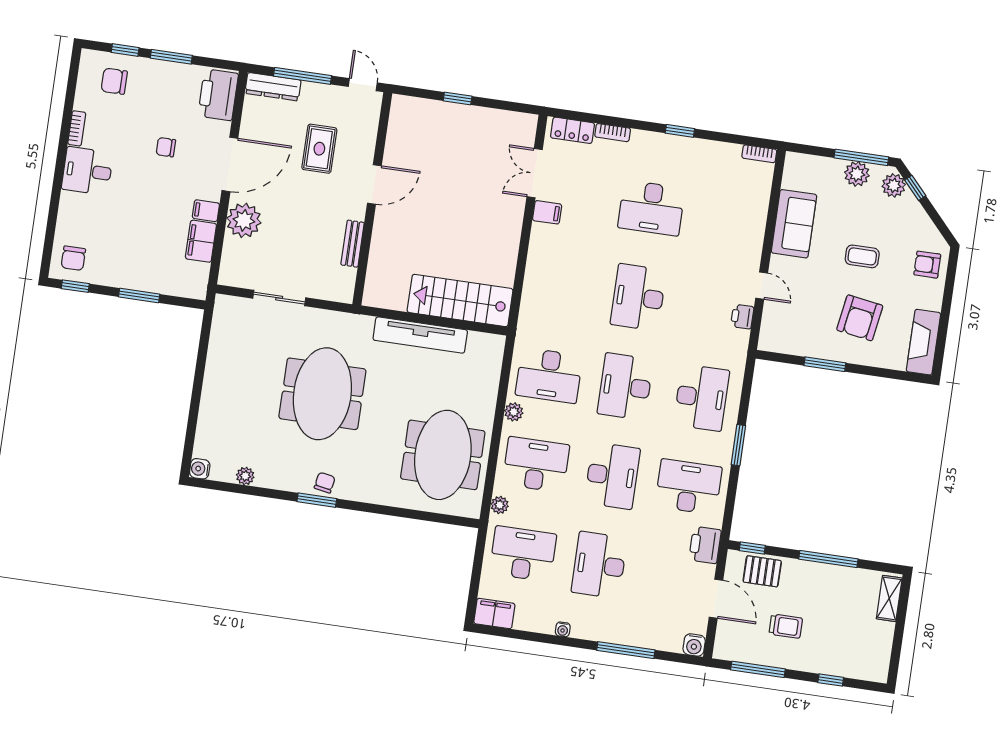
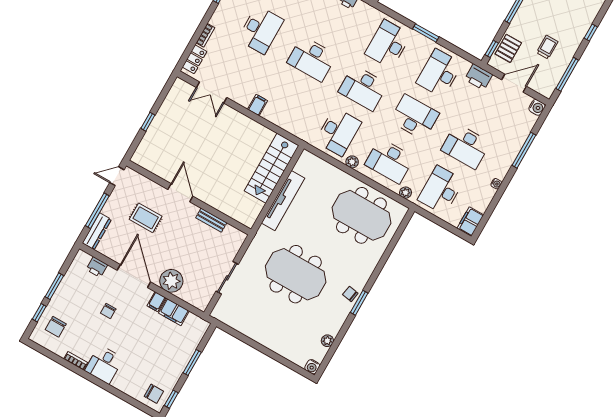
printer: (218, 95) -> (97, 267), width x0.53, depth x0.68
filing cabinet: (547, 212) -> (258, 105), moved
desk: (701, 398) -> (388, 44), turned -90
desk: (536, 465) -> (390, 161), turned -90

